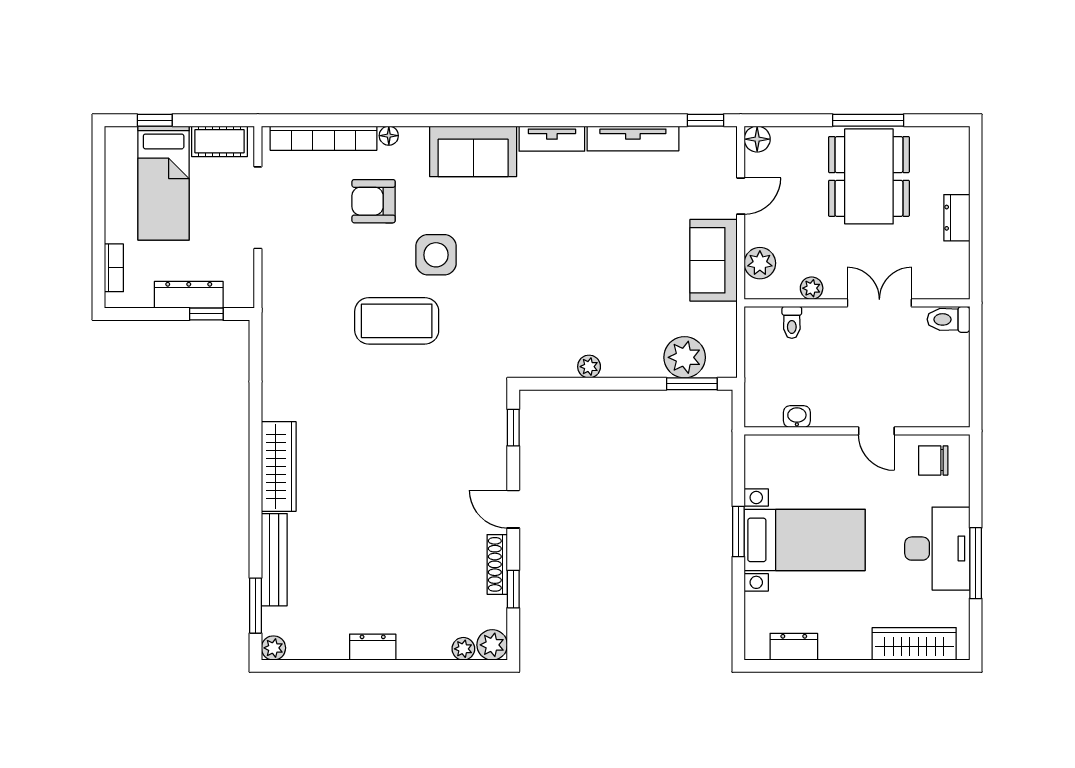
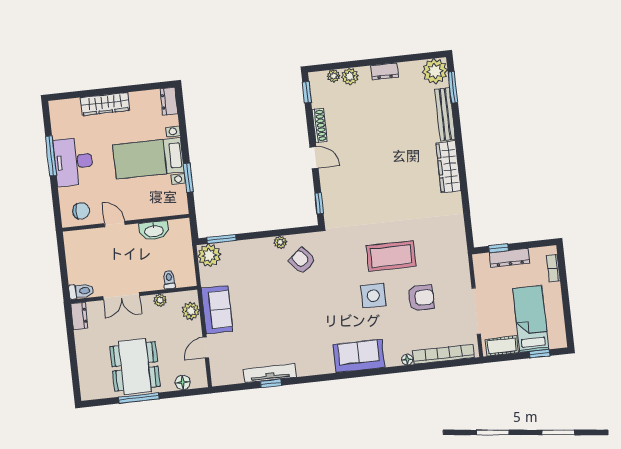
window: (706, 120) -> (271, 383), moved
tv unit: (552, 139) -> (315, 368), removed
floor lamp: (757, 139) -> (183, 382), moved
armchair: (374, 201) -> (421, 298), moved
dresser: (957, 218) -> (79, 316), moved
armchair: (554, 330) -> (302, 261), added
plant: (685, 357) -> (209, 255), moved
washbasin: (797, 417) -> (154, 231), width x1.91, depth x1.45
window: (738, 532) -> (188, 178), moved
window: (513, 589) -> (307, 92), moved
wardrobe: (914, 644) -> (105, 104), moved
plant: (492, 645) -> (350, 76), moved
dresser: (794, 647) -> (169, 101), moved, turned 90
plant: (273, 648) -> (435, 71), width x1.88, depth x1.88

